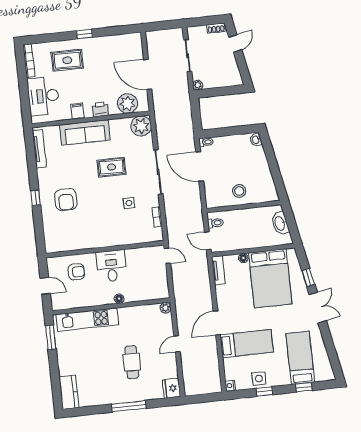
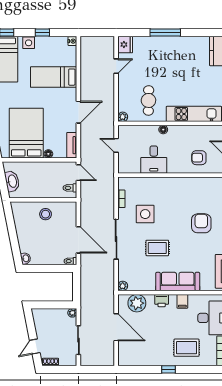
plant: (141, 126) -> (123, 286), width x0.53, depth x0.53
side table: (129, 203) -> (145, 214), width x1.87, depth x1.87
door: (167, 256) -> (116, 145), moved
desk: (111, 266) -> (154, 160), moved
door: (217, 323) -> (78, 112), moved
door: (177, 344) -> (116, 66), moved
cafe table: (132, 362) -> (148, 100), moved
side table: (259, 379) -> (29, 43), moved

